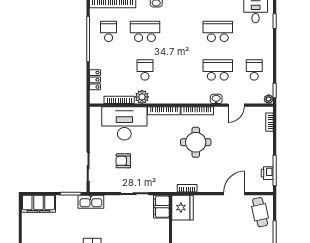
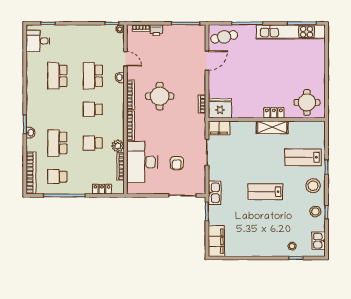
school desk: (254, 70) -> (93, 109), moved
printer: (267, 173) -> (156, 30), moved
door: (234, 194) -> (207, 61), swing flipped

